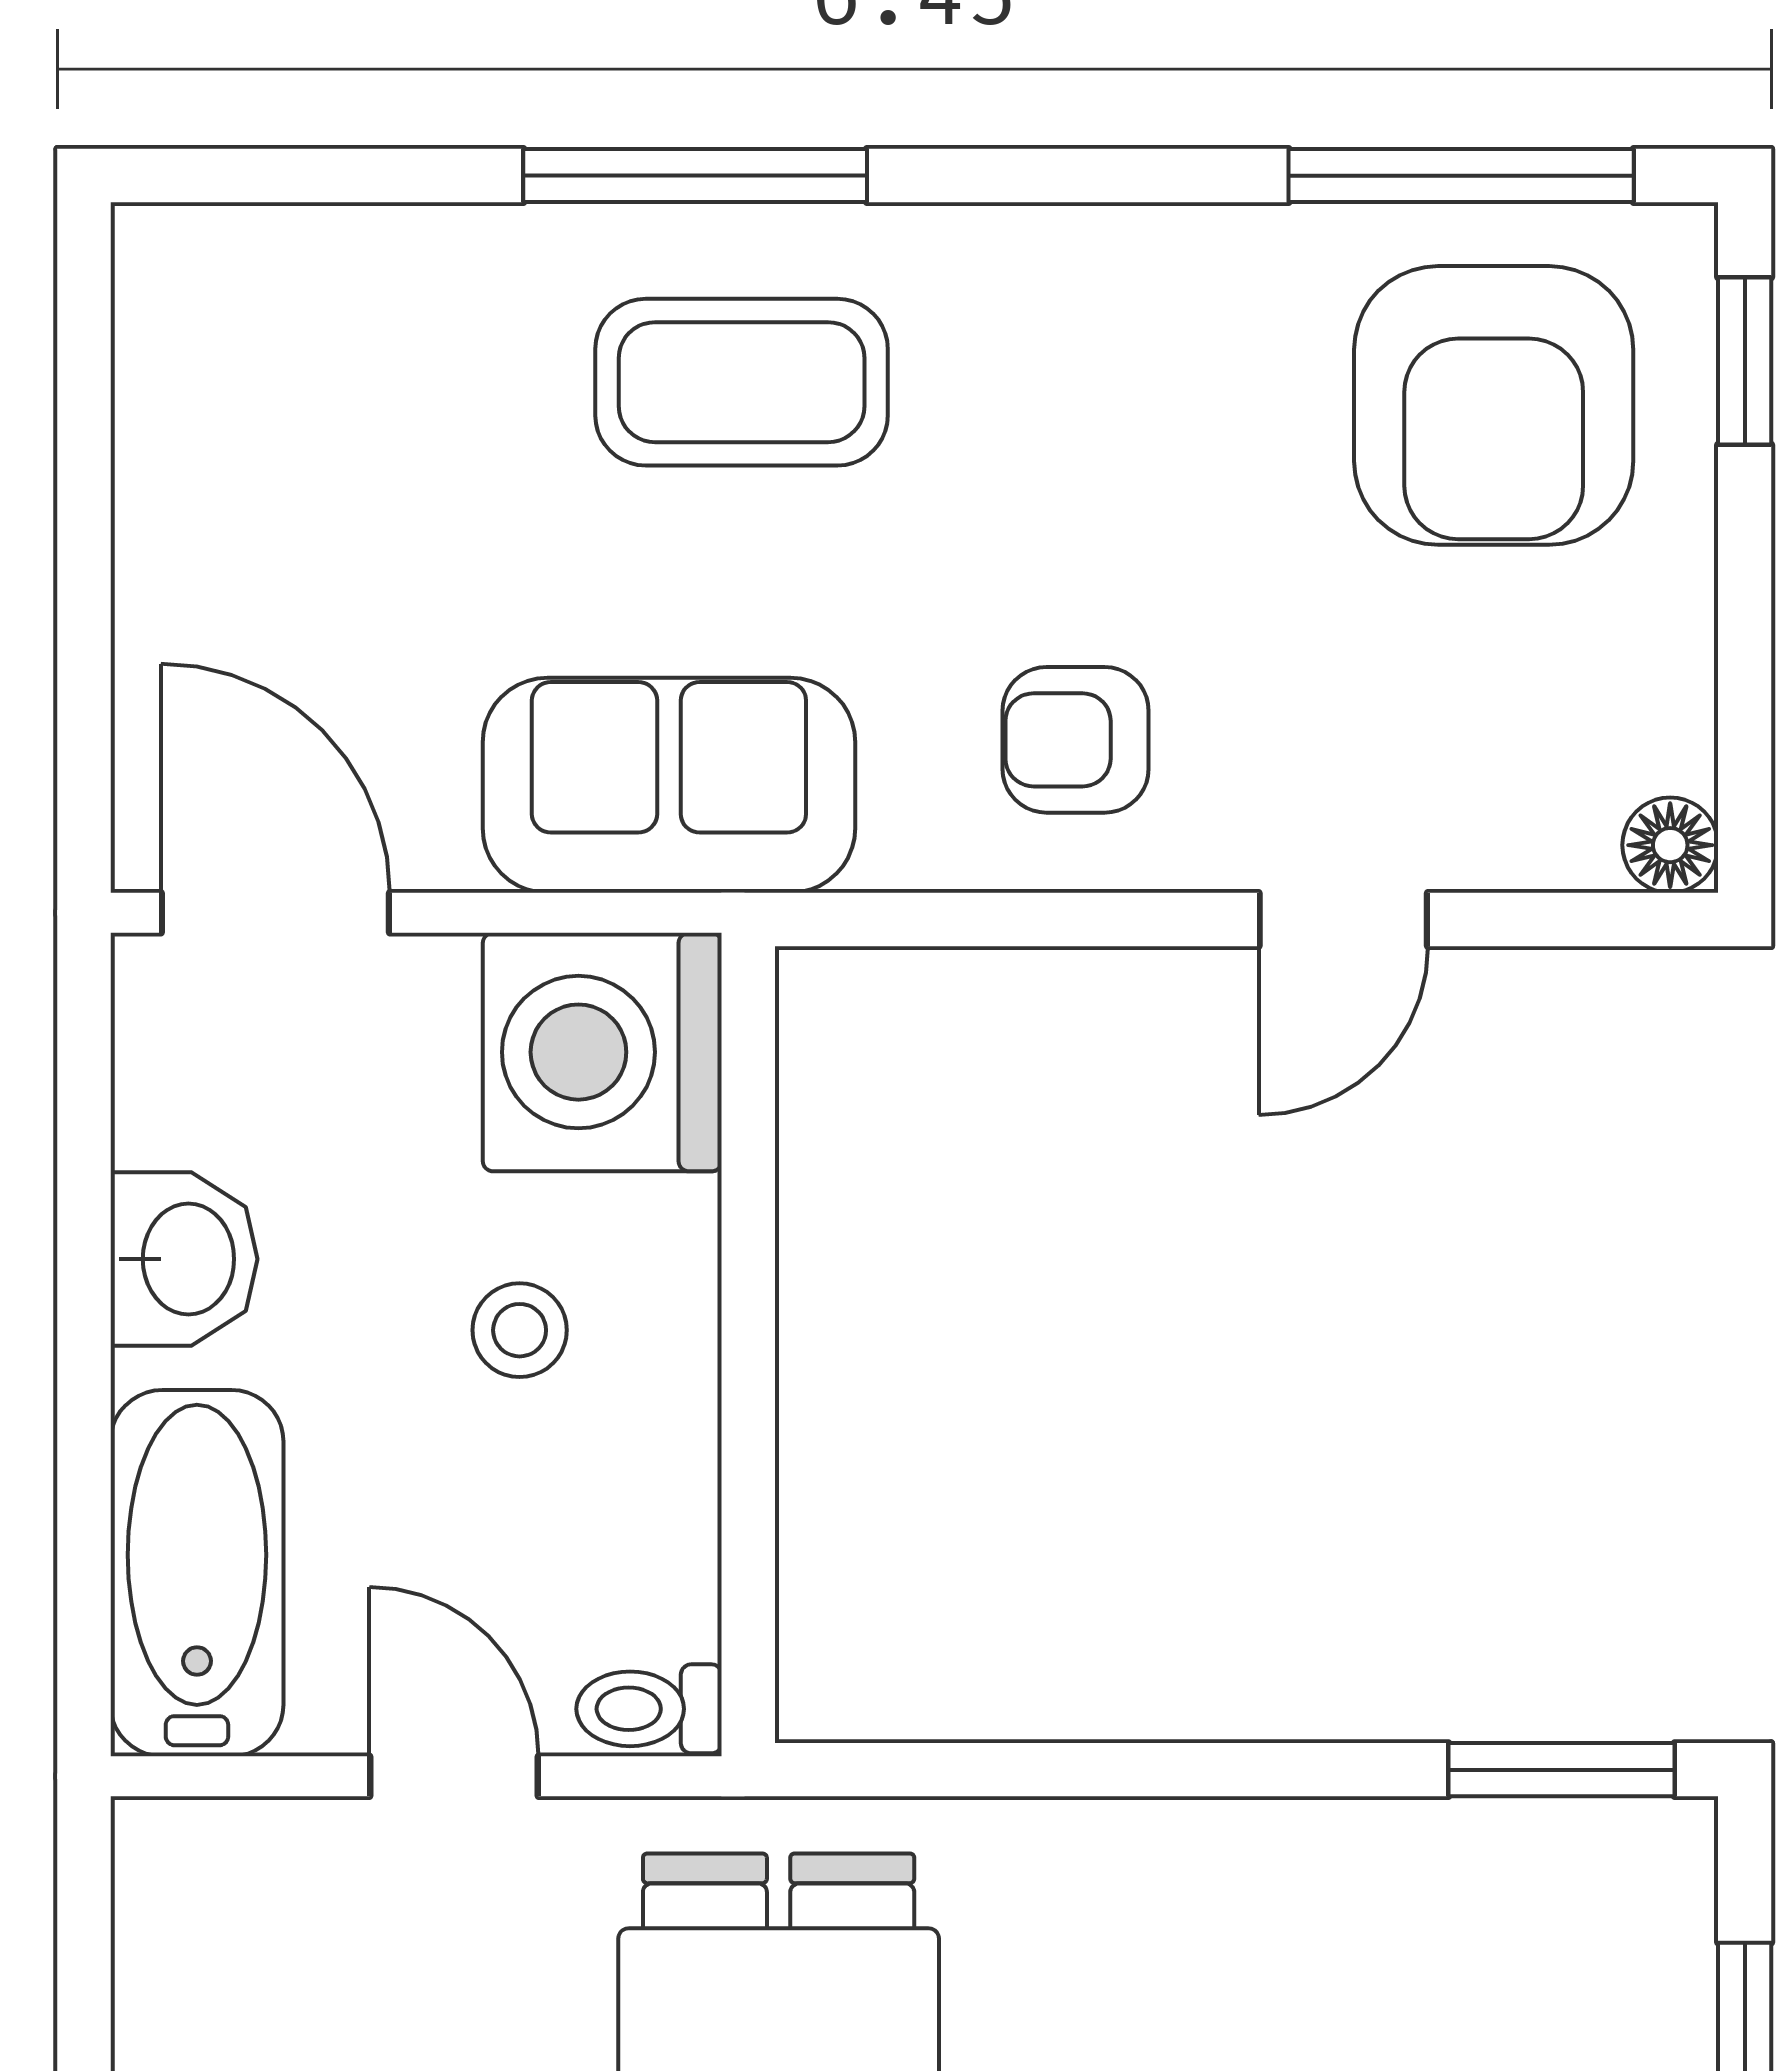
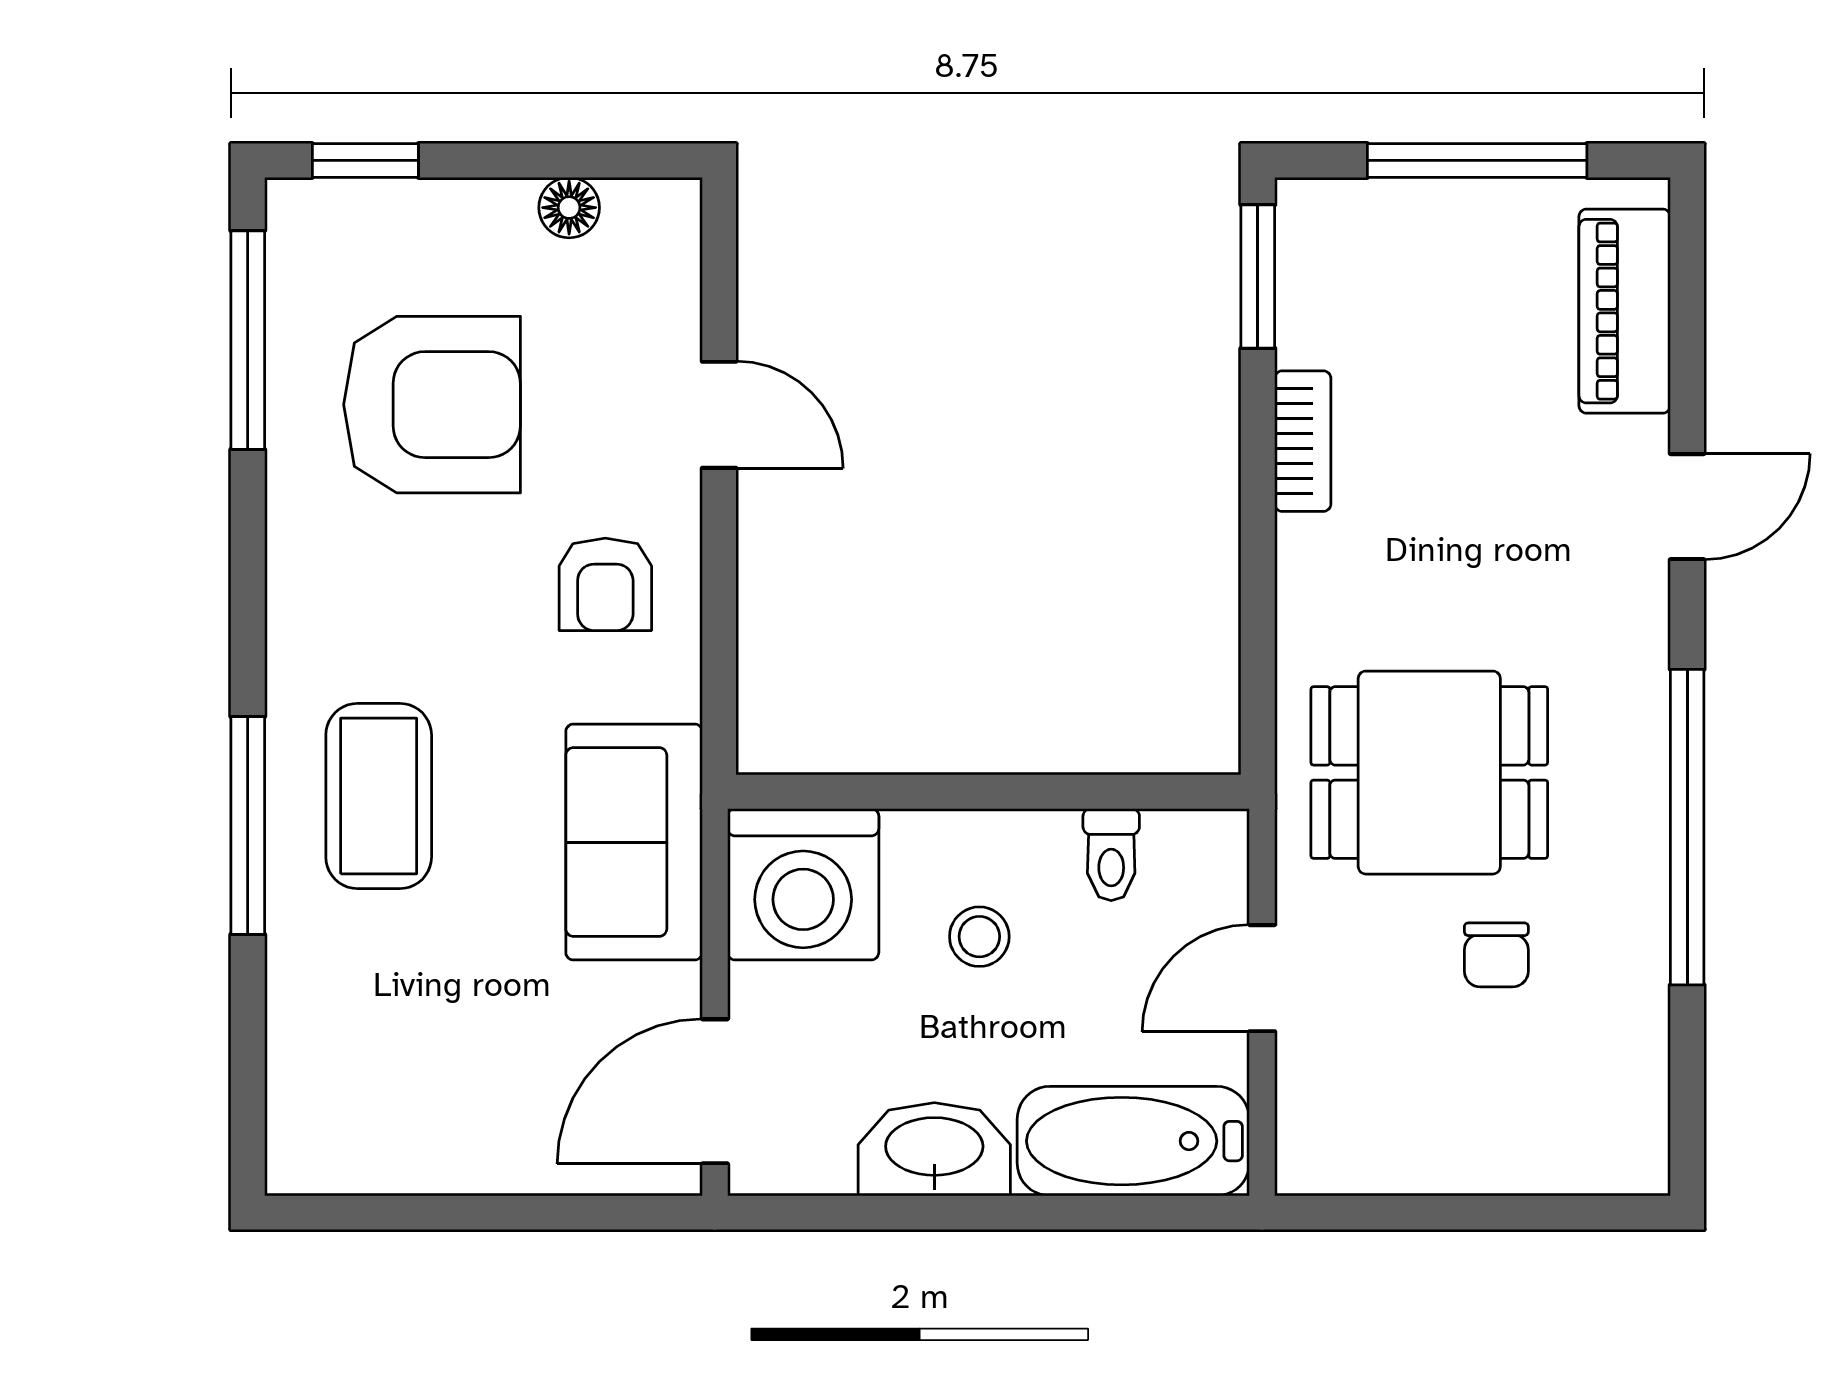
armchair: (1494, 405) -> (432, 405), moved
floor lamp: (1670, 845) -> (569, 208), moved
washbasin: (184, 1259) -> (934, 1149), width x1.38
toilet: (649, 1709) -> (1111, 855), moved
bookcase: (1302, 1841) -> (1303, 441), added

